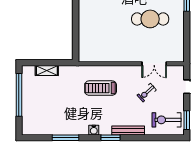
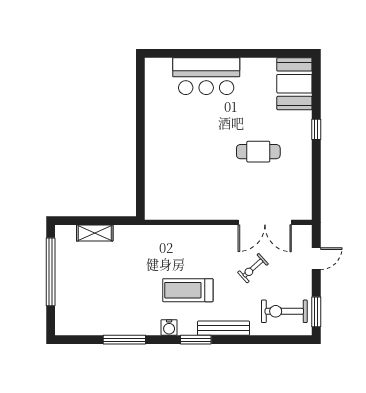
cafe table: (150, 19) -> (258, 152), width x0.73, depth x0.74
double door: (154, 64) -> (265, 222), width x1.37
treadmill: (101, 88) -> (188, 290), moved

